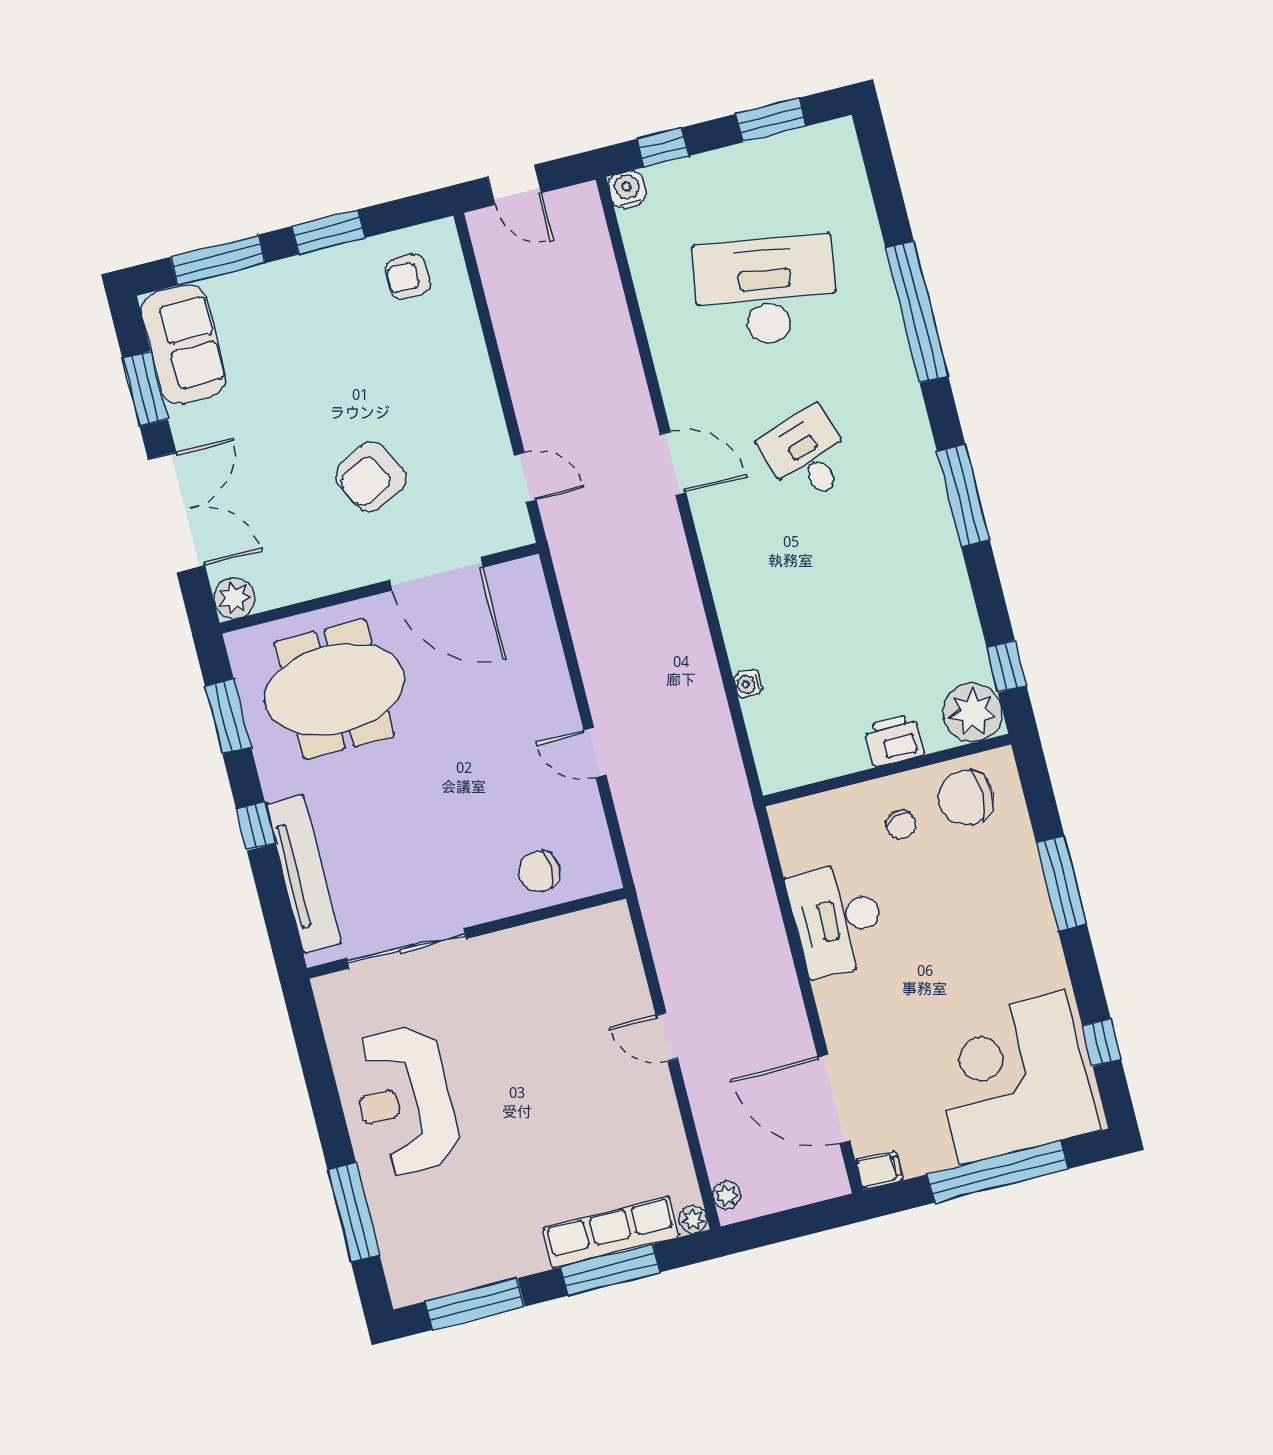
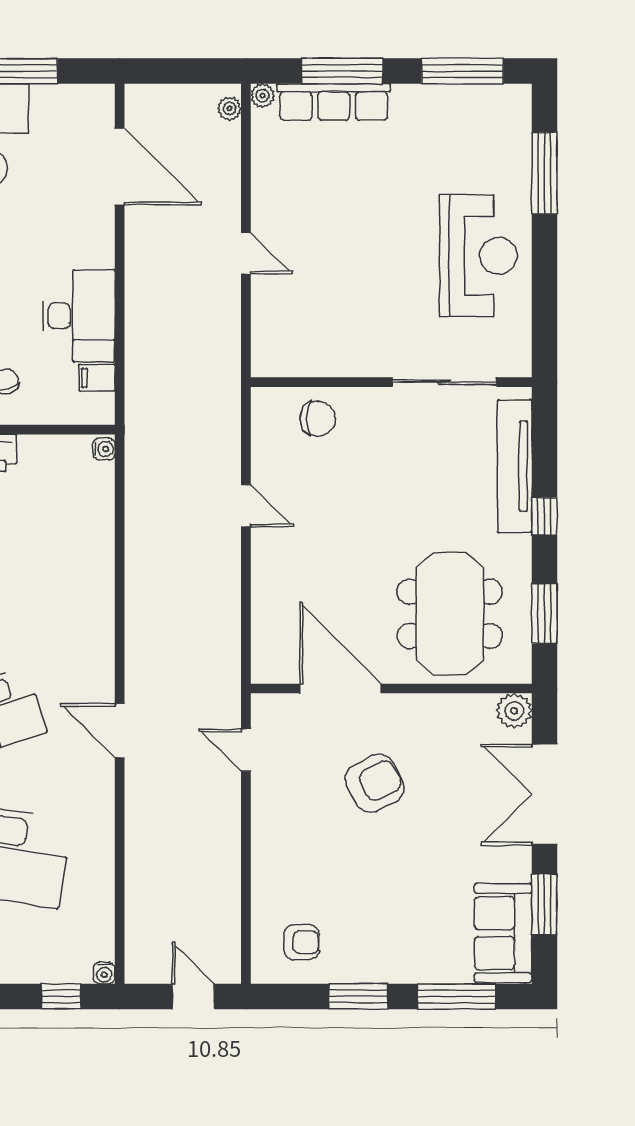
water cooler: (627, 189) -> (104, 973), width x0.72, depth x0.72
water cooler: (748, 684) -> (104, 449), moved
meeting table: (335, 689) -> (450, 614), turned 90
filing cabinet: (879, 1170) -> (97, 378), moved

